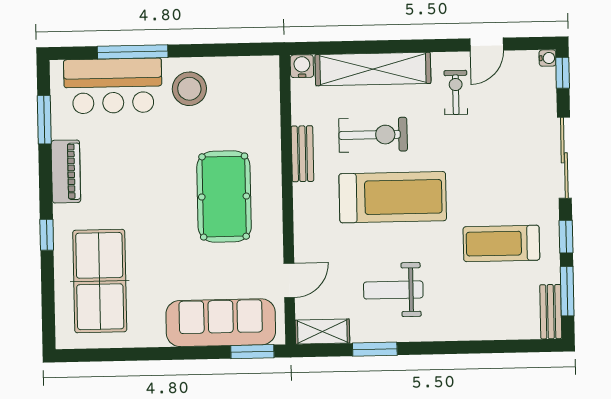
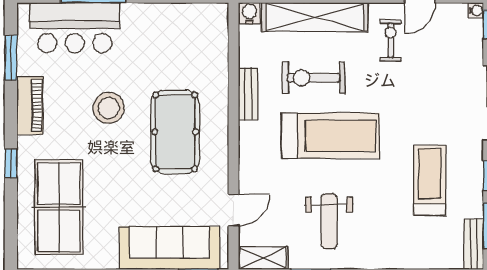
stool: (189, 89) -> (109, 108), moved
exercise bike: (373, 135) -> (314, 78), turned 180
treadmill: (501, 243) -> (430, 180), turned 90
weight bench: (393, 290) -> (329, 221), turned -90

